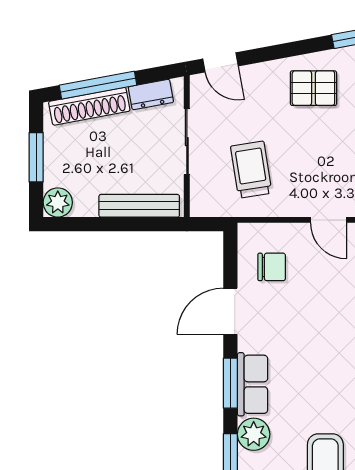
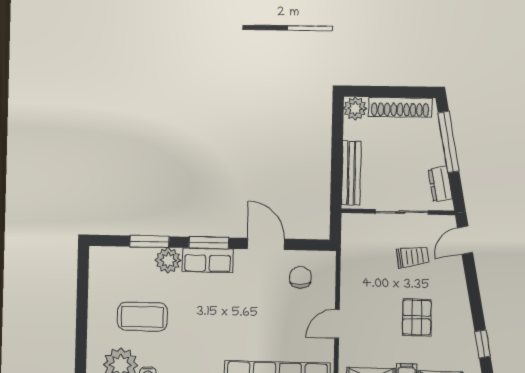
pallet: (313, 88) -> (417, 317), moved
shoe rack: (89, 106) -> (400, 107), moved, turned -80
window: (36, 157) -> (392, 92), removed
trolley: (251, 170) -> (413, 257), moved, width x0.73, depth x0.72
chair: (272, 267) -> (300, 277), turned 180

